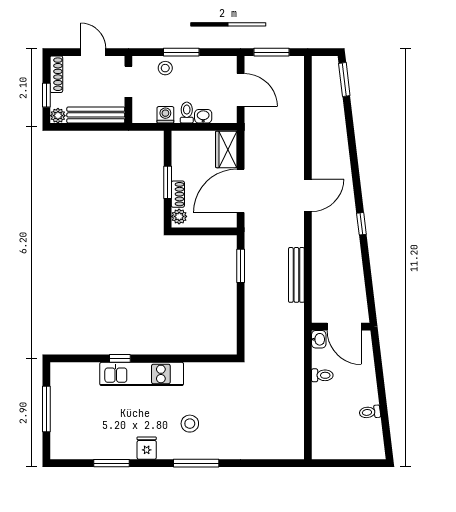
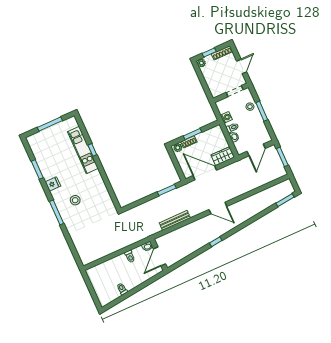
bench: (96, 115) -> (210, 82), removed
kitchen unit: (142, 374) -> (83, 150), moved

